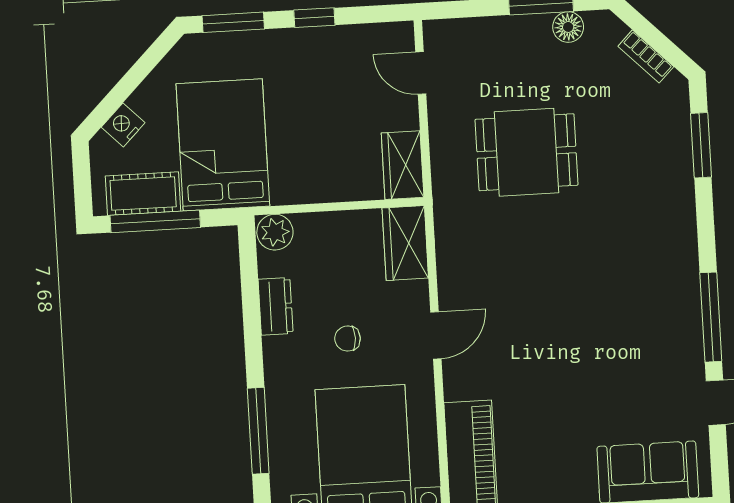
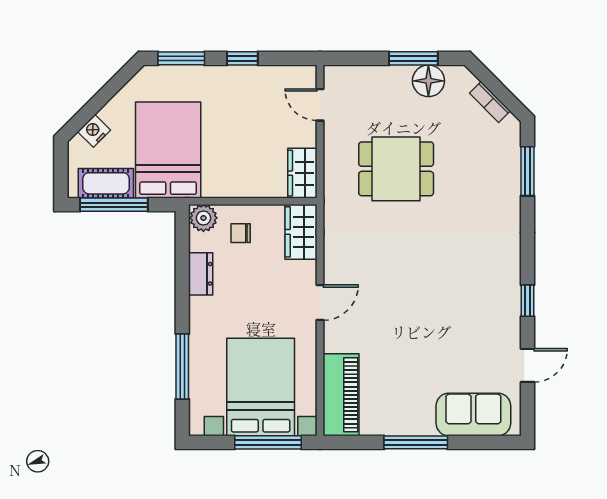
floor lamp: (568, 27) -> (428, 81), width x1.38, depth x1.38
window: (711, 317) -> (528, 301), width x0.46
chair: (348, 339) -> (241, 233), moved

